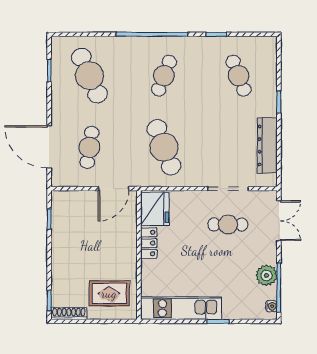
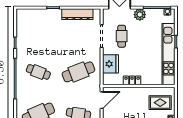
cafe table: (239, 76) -> (38, 30), removed
door: (114, 189) -> (102, 100), hinge flipped
fridge: (155, 209) -> (110, 64), moved, turned 90
plant: (267, 275) -> (140, 15), moved
rug: (109, 293) -> (160, 103), turned 90
kitchen unit: (181, 308) -> (169, 54), width x1.36

